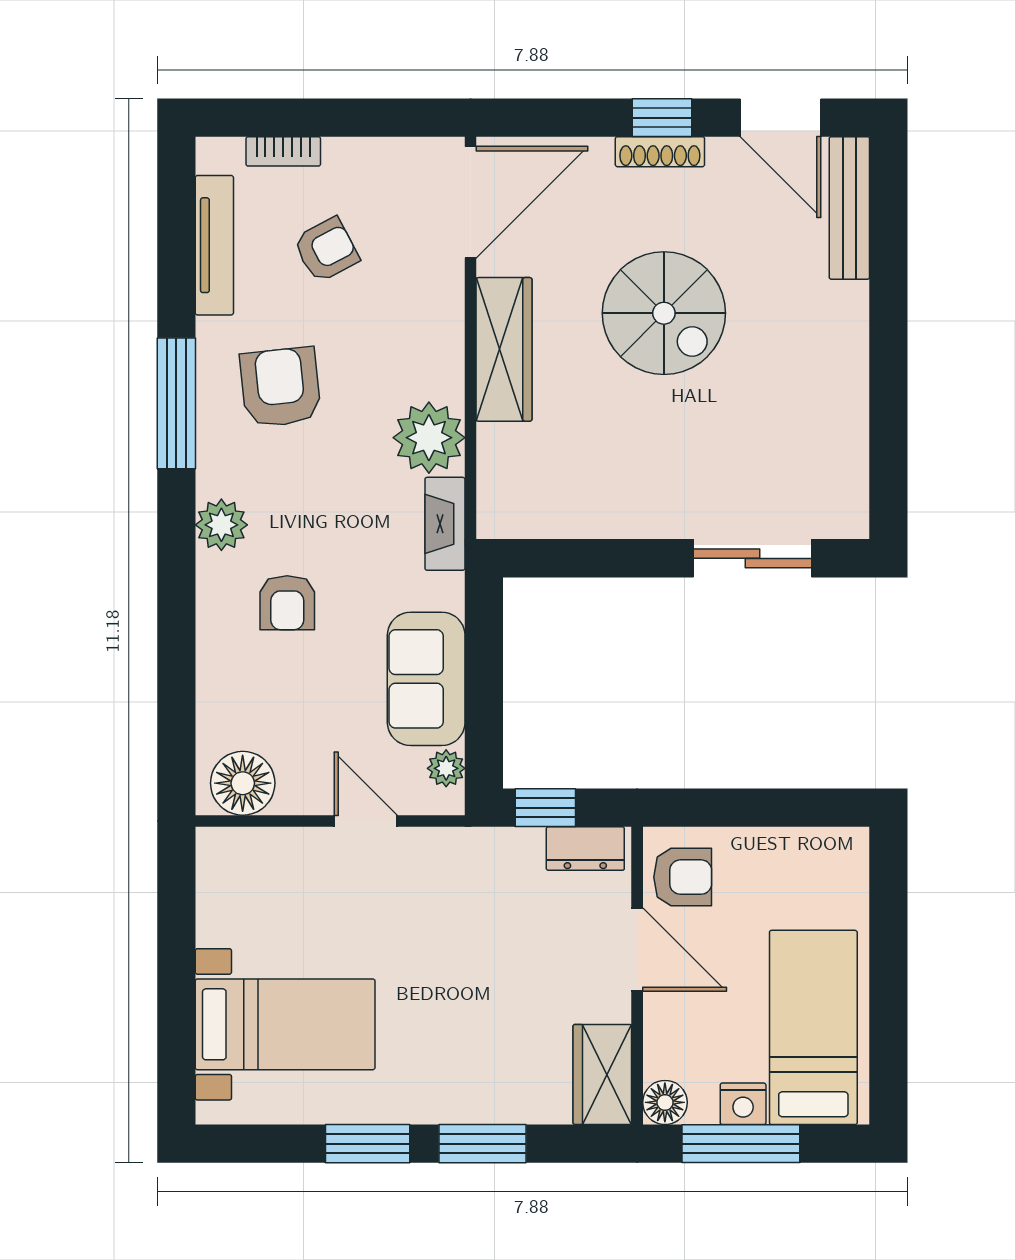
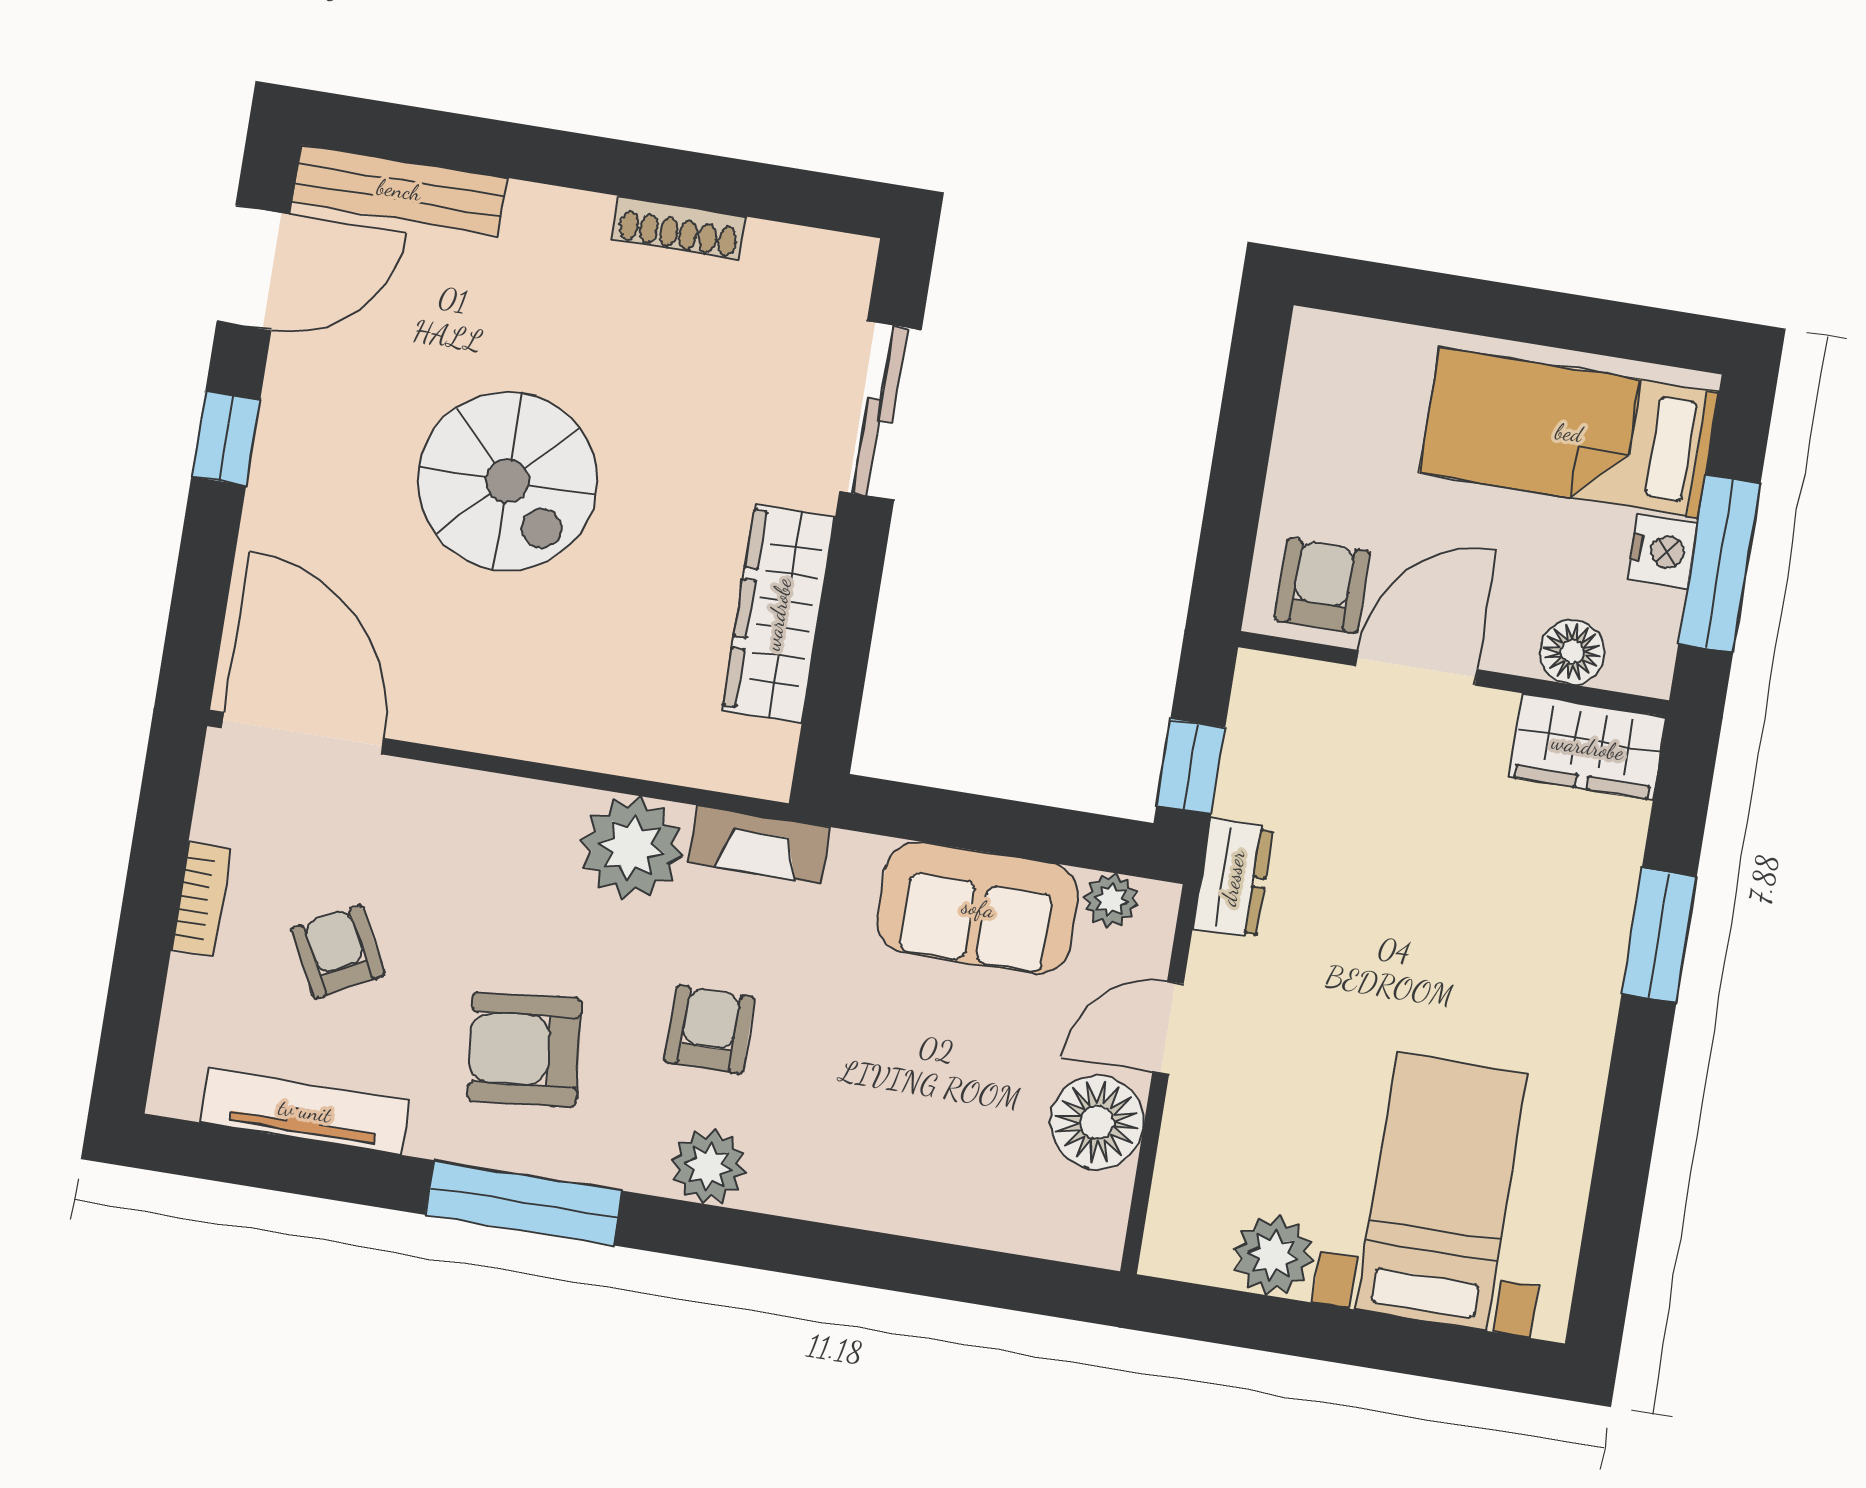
bookcase: (283, 151) -> (201, 899), moved
shoe rack: (660, 152) -> (679, 228), moved, turned 90
spiral stairs: (664, 313) -> (507, 481), turned 90
wardrobe: (504, 349) -> (778, 614), moved, turned -90
armchair: (287, 603) -> (709, 1030), moved, turned -90
floor lamp: (243, 783) -> (1097, 1122), moved
dresser: (585, 849) -> (1233, 878), moved
plant: (223, 917) -> (1273, 1256), added
floor lamp: (665, 1102) -> (1572, 652), moved
window: (368, 1144) -> (1632, 1100), removed

